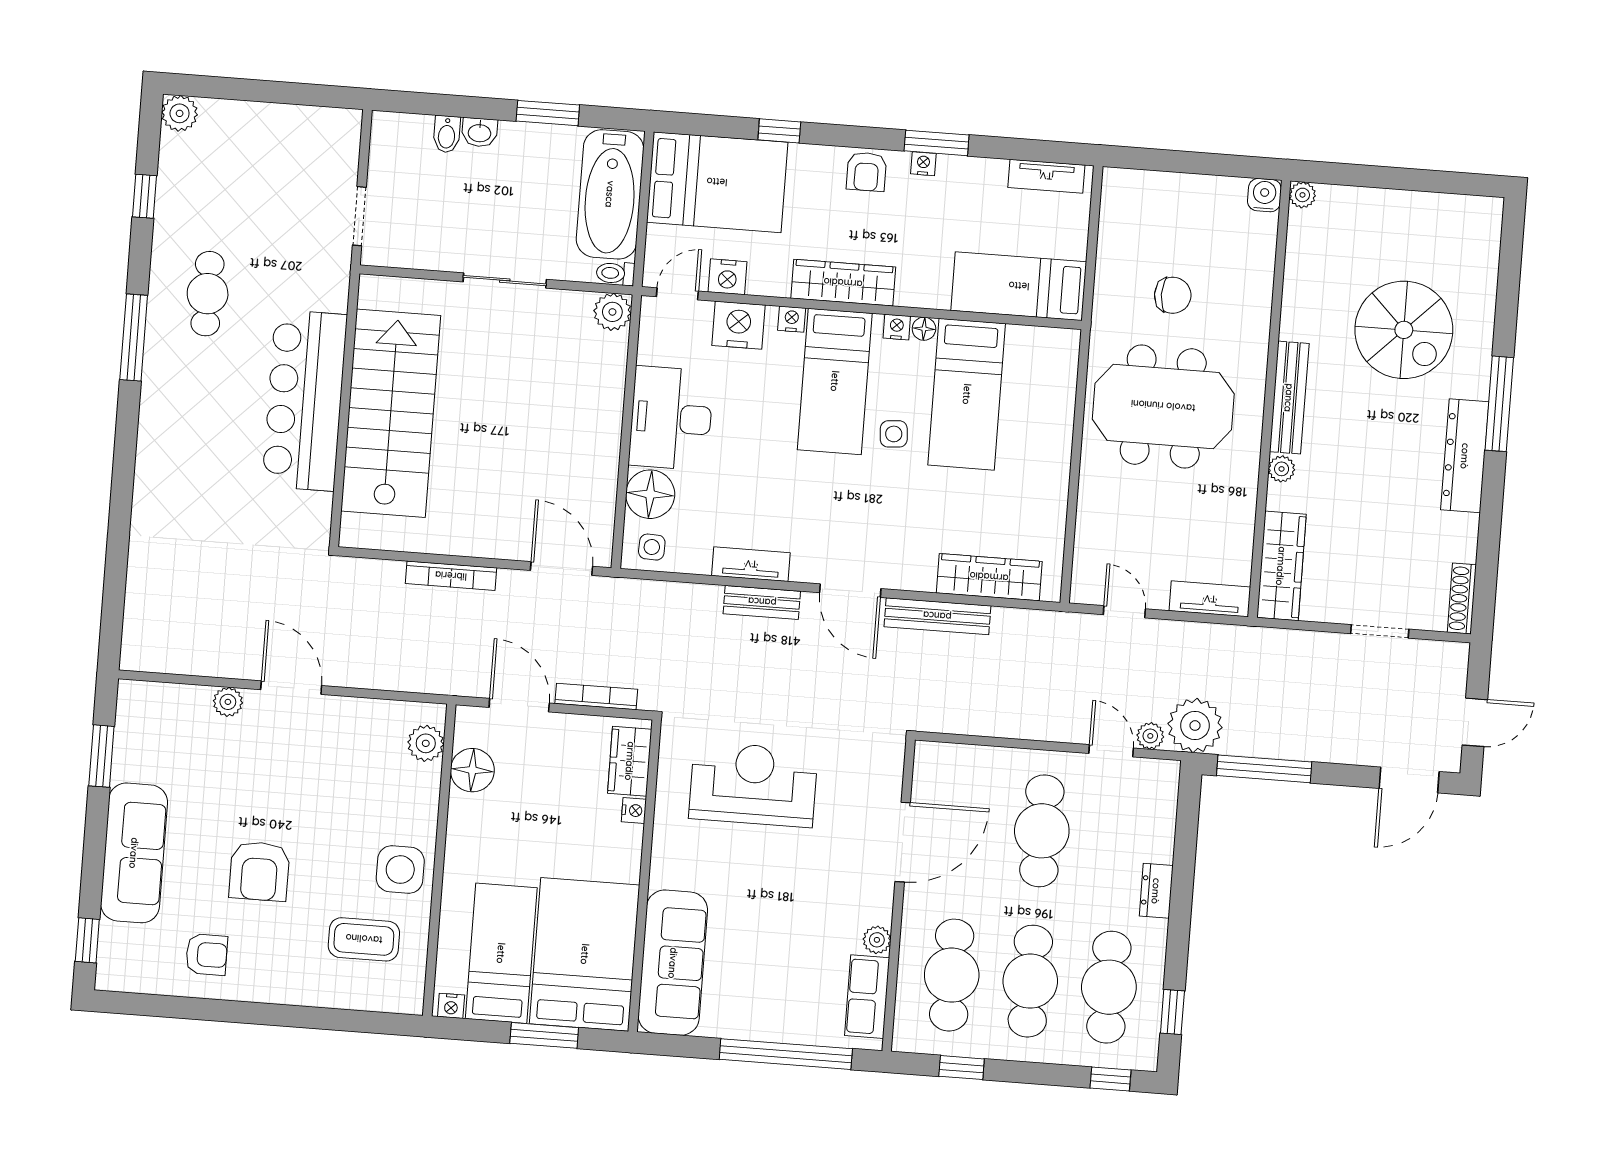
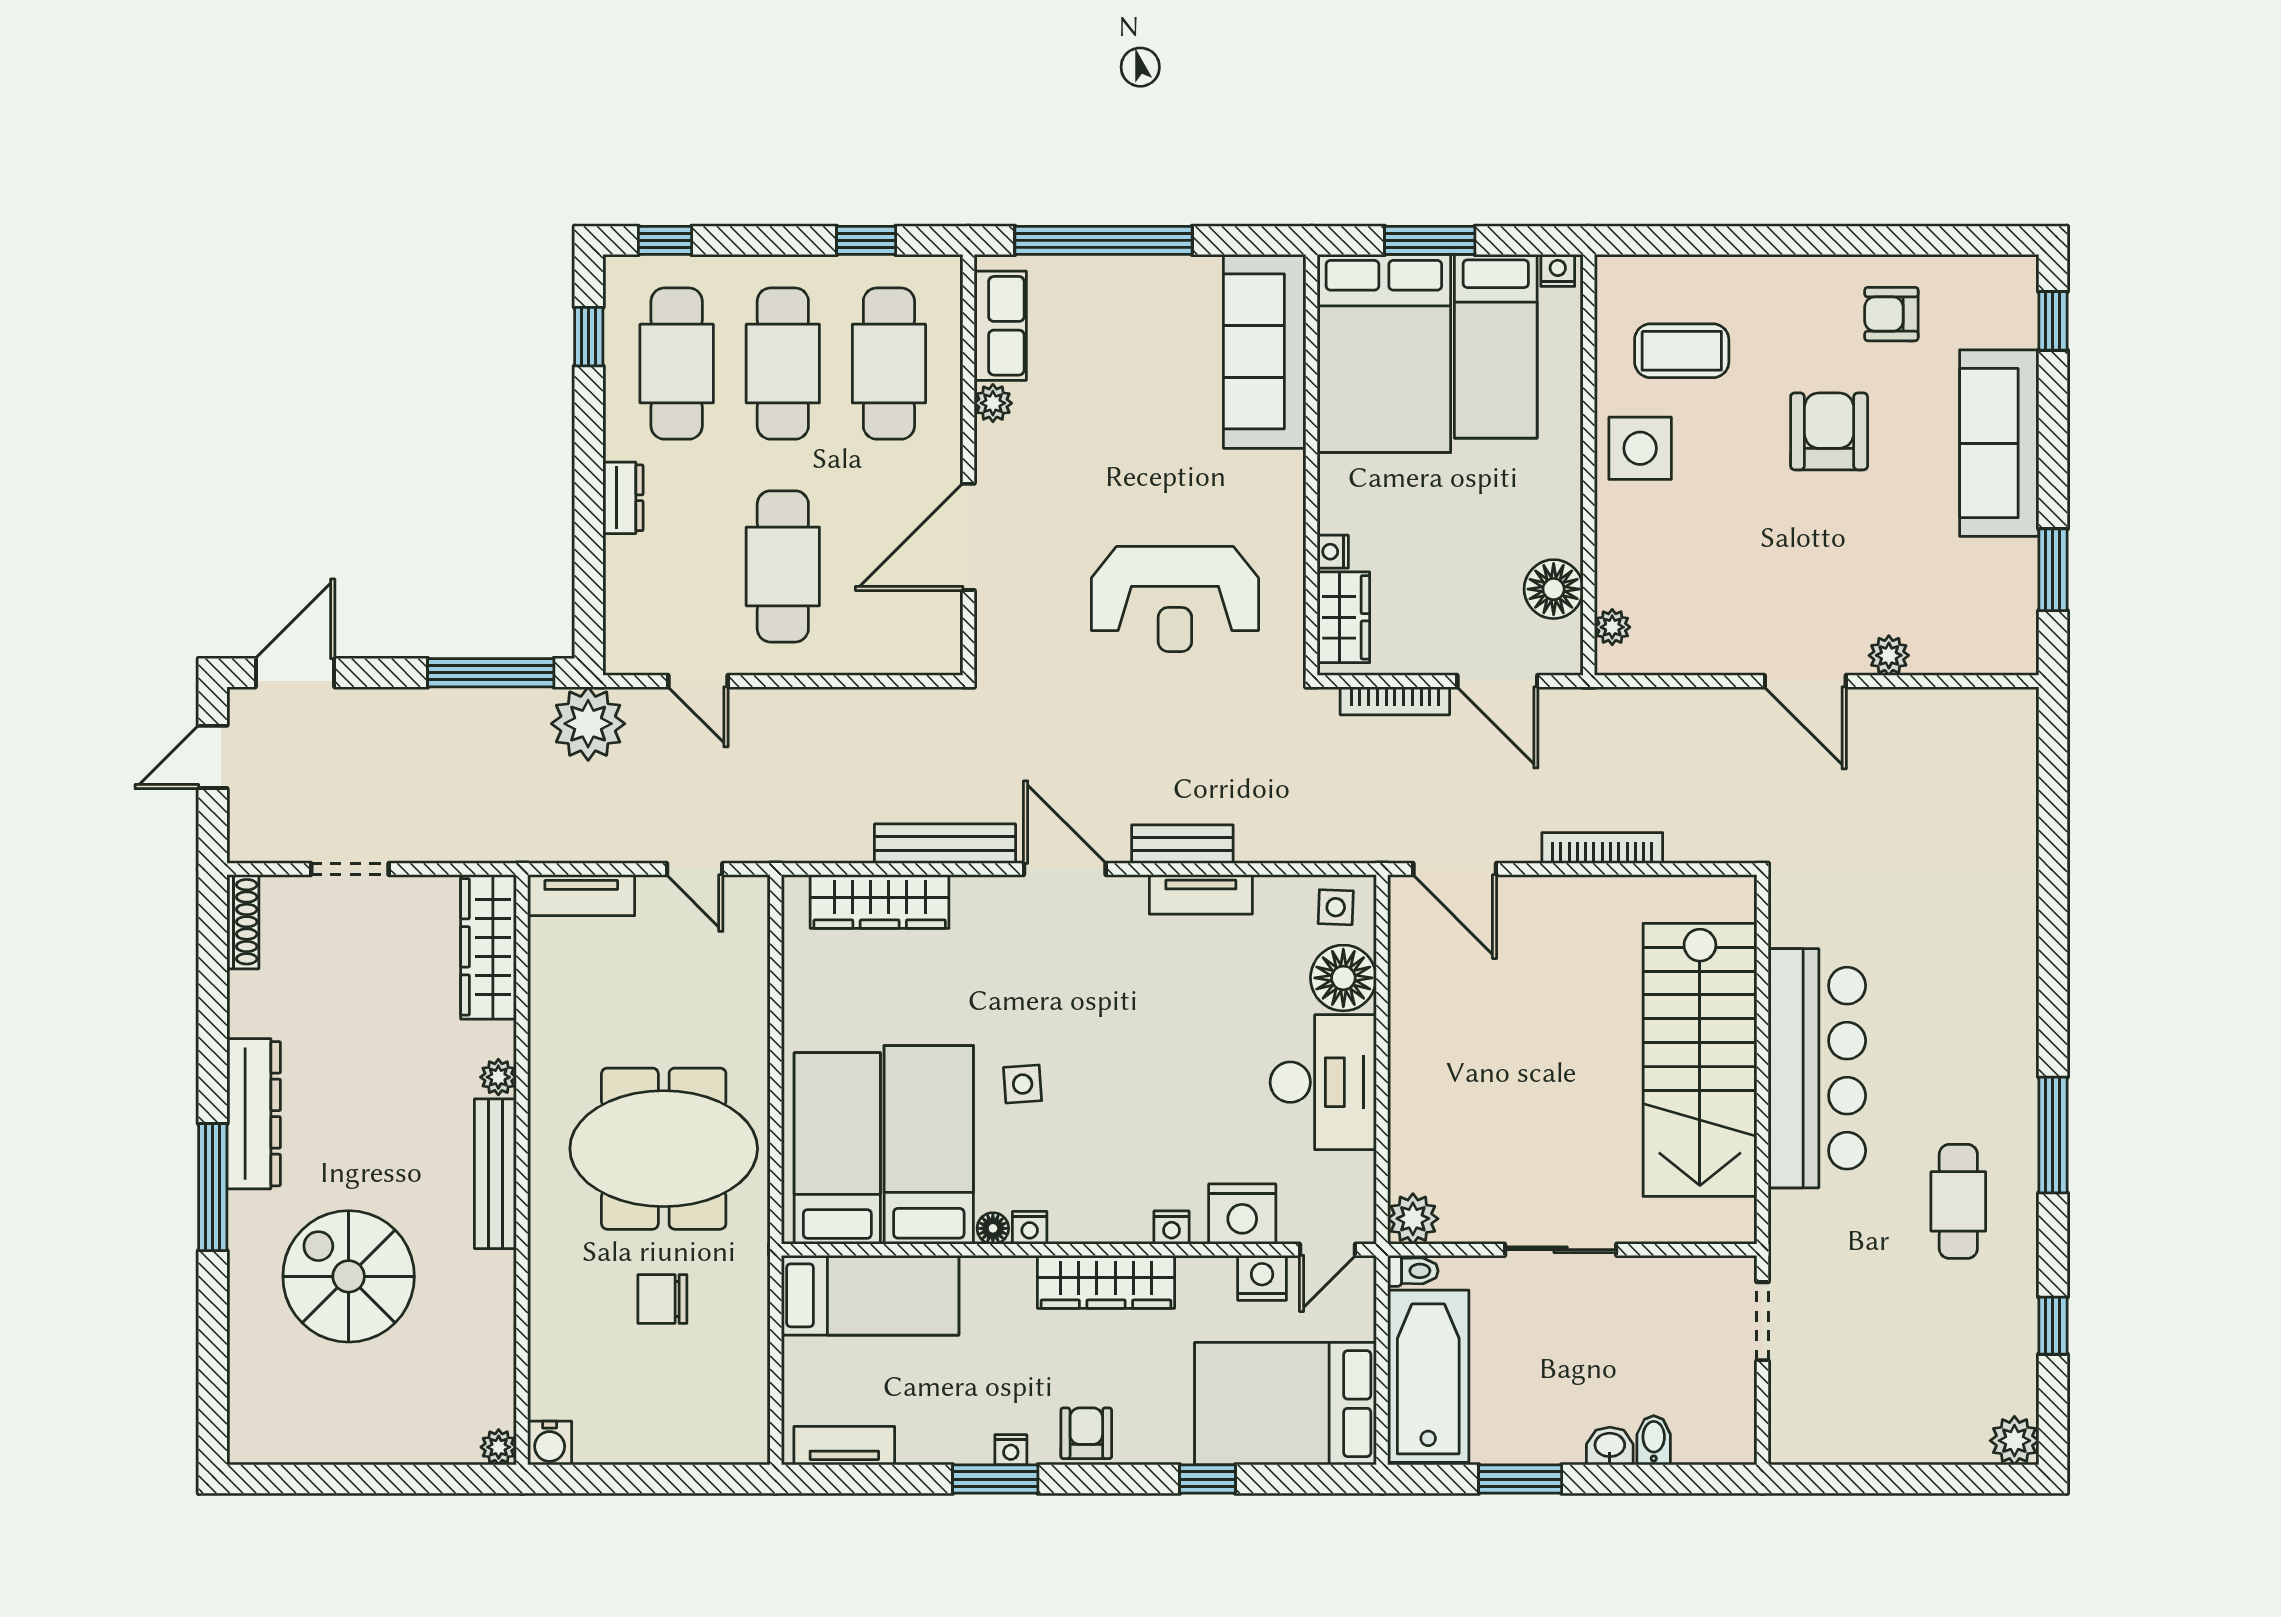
bed: (835, 381) -> (837, 1148), moved
plant: (1150, 736) -> (647, 705), removed
plant: (426, 743) -> (1612, 627), width x0.73, depth x0.73

